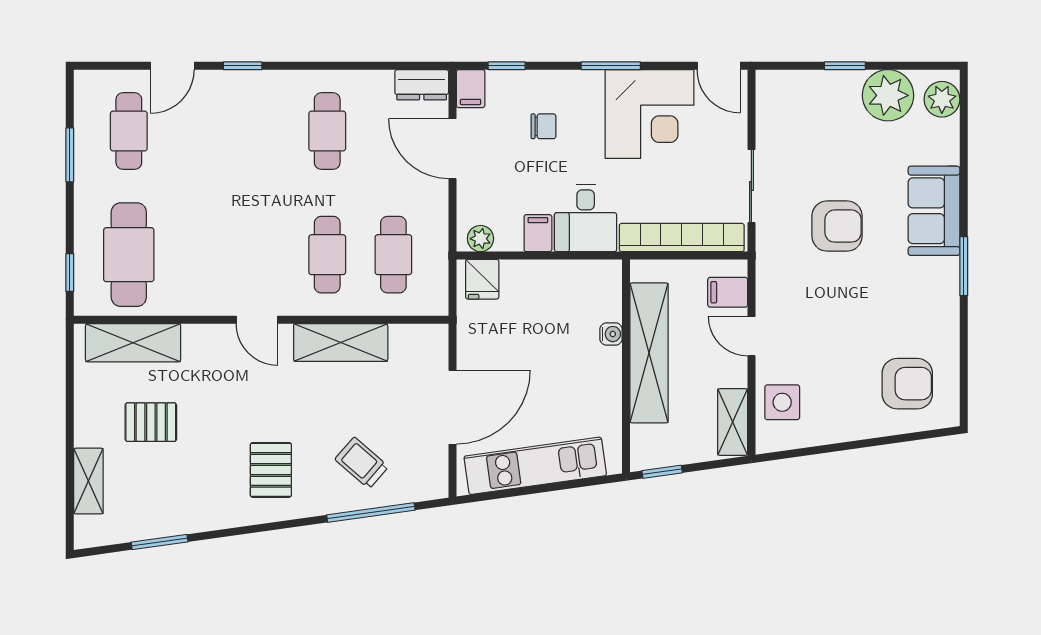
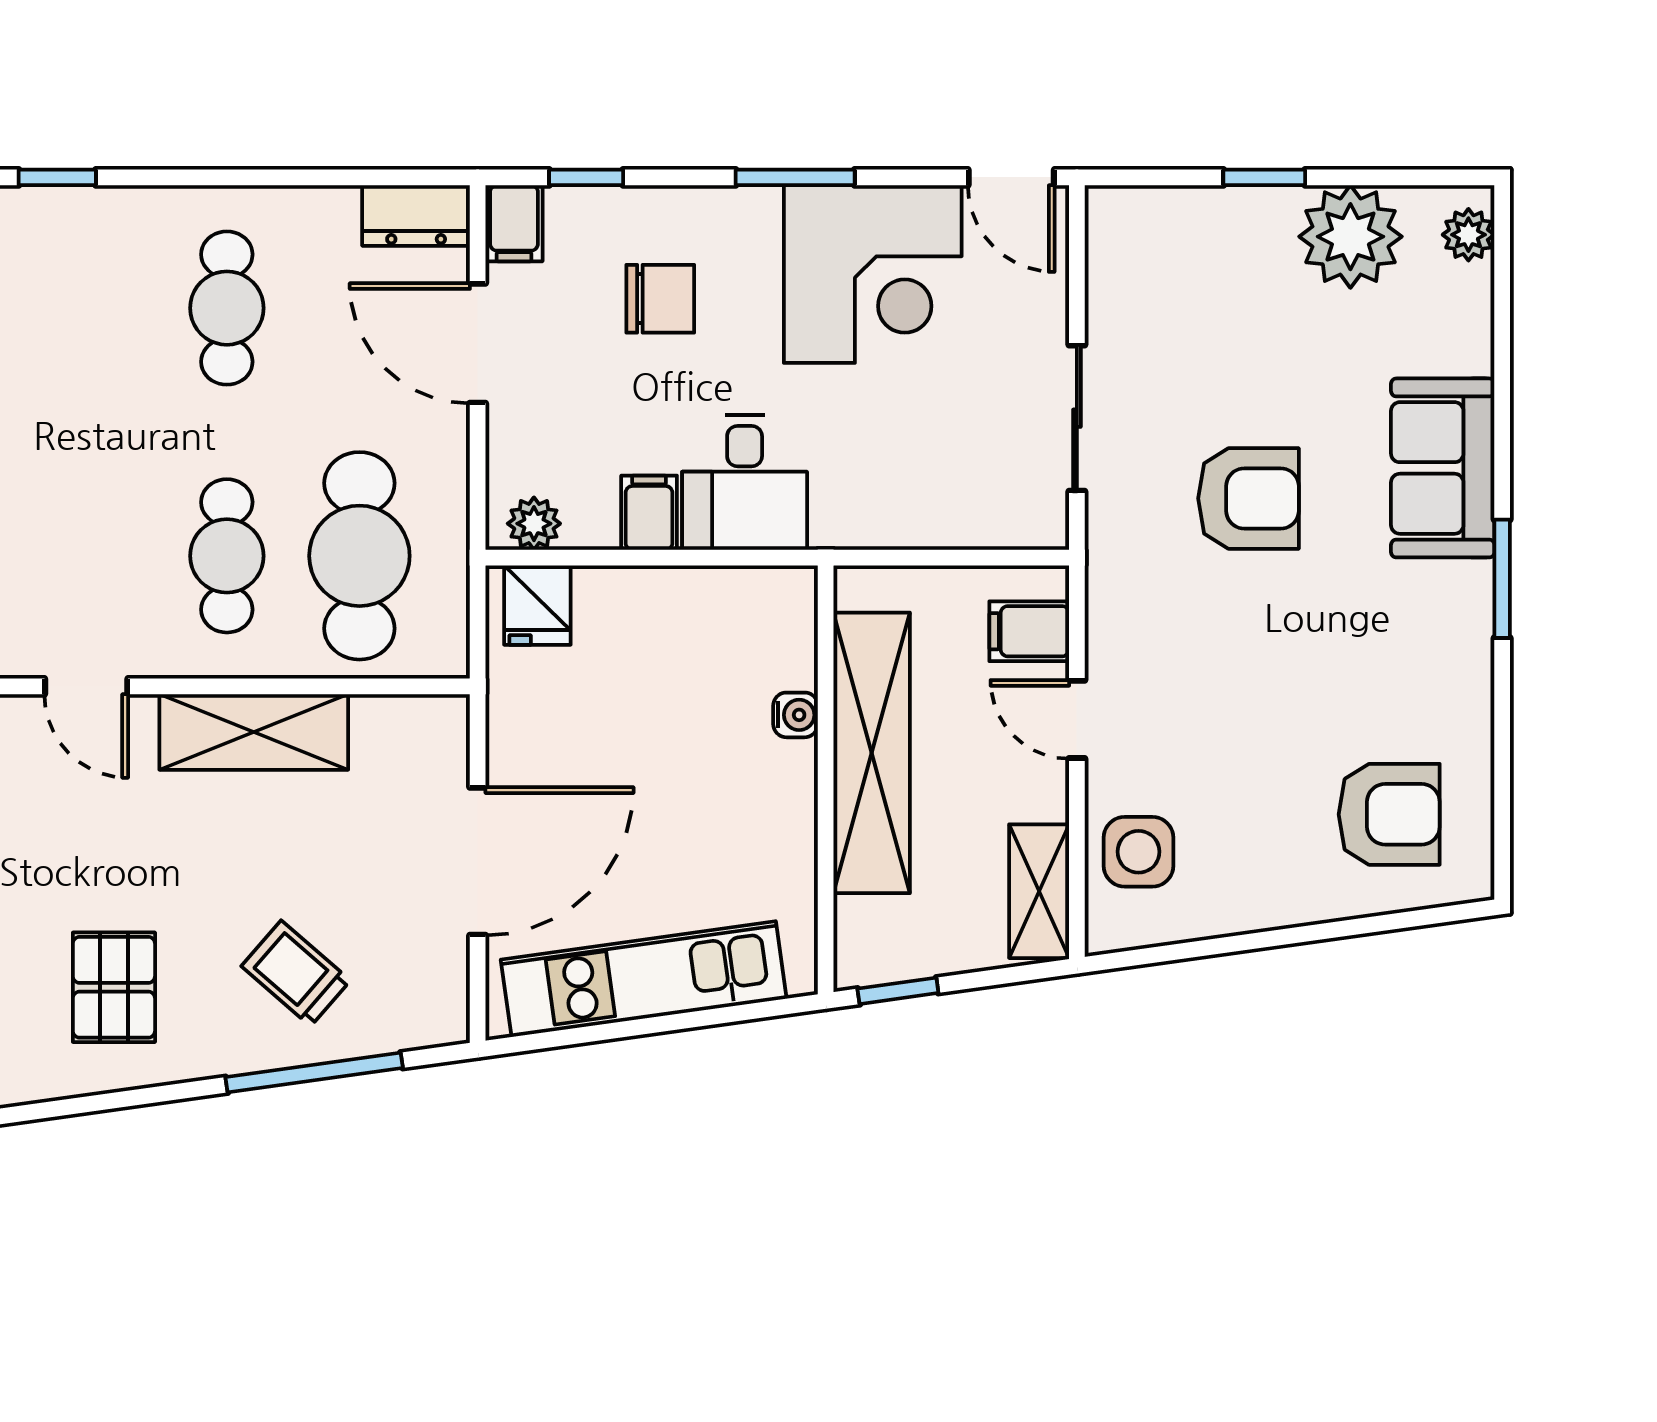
plant: (942, 99) -> (1468, 235), width x0.73, depth x0.73
chair: (544, 126) -> (660, 299), width x1.37, depth x1.37
bookcase: (682, 237) -> (937, 521), removed
cafe table: (393, 255) -> (359, 556), width x1.37, depth x1.35

